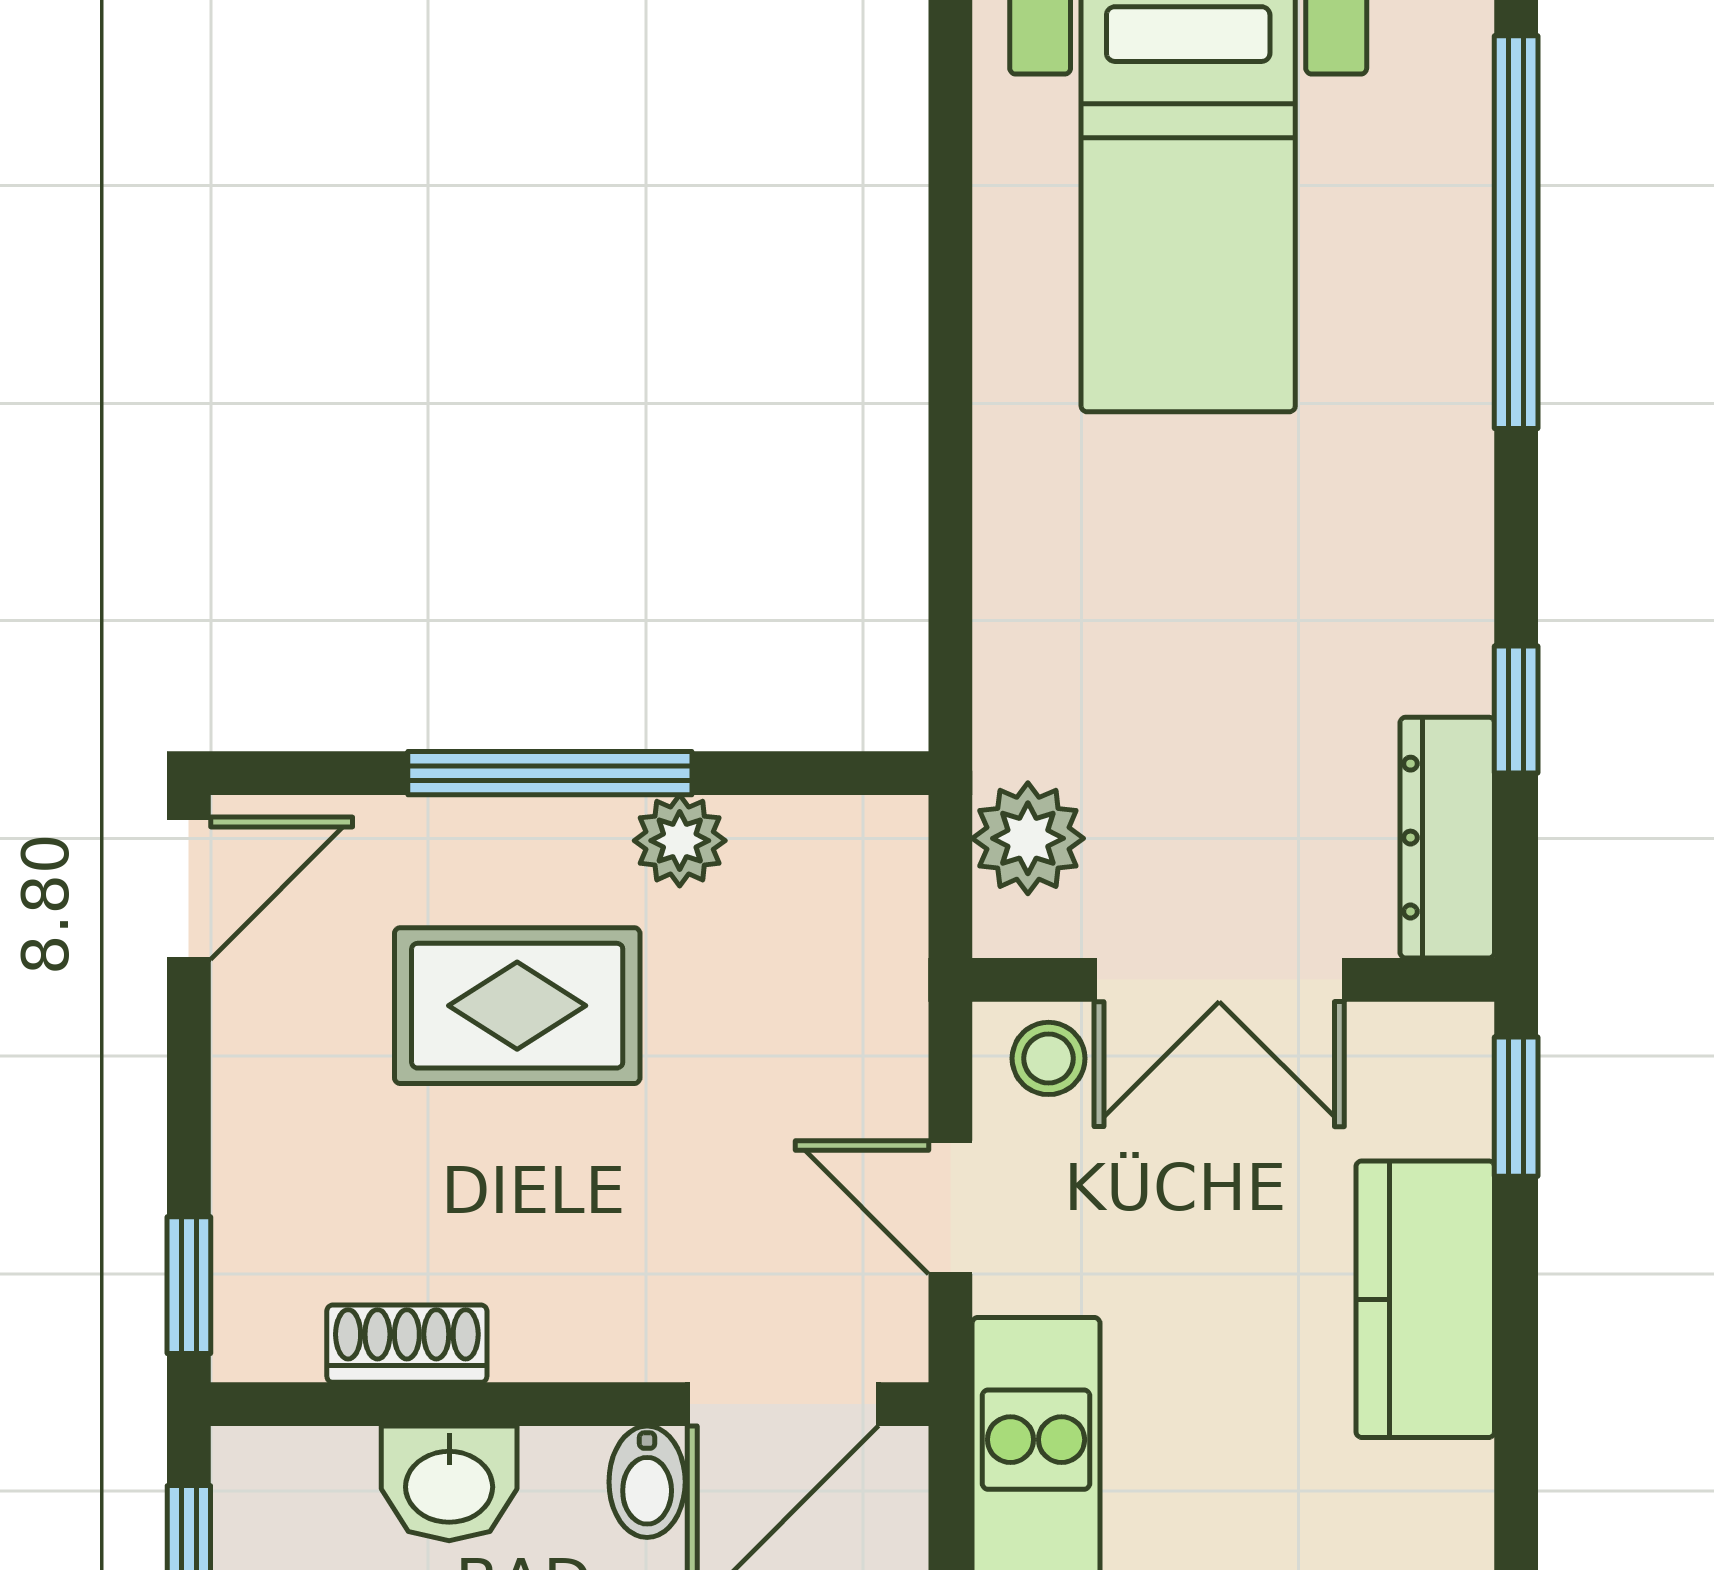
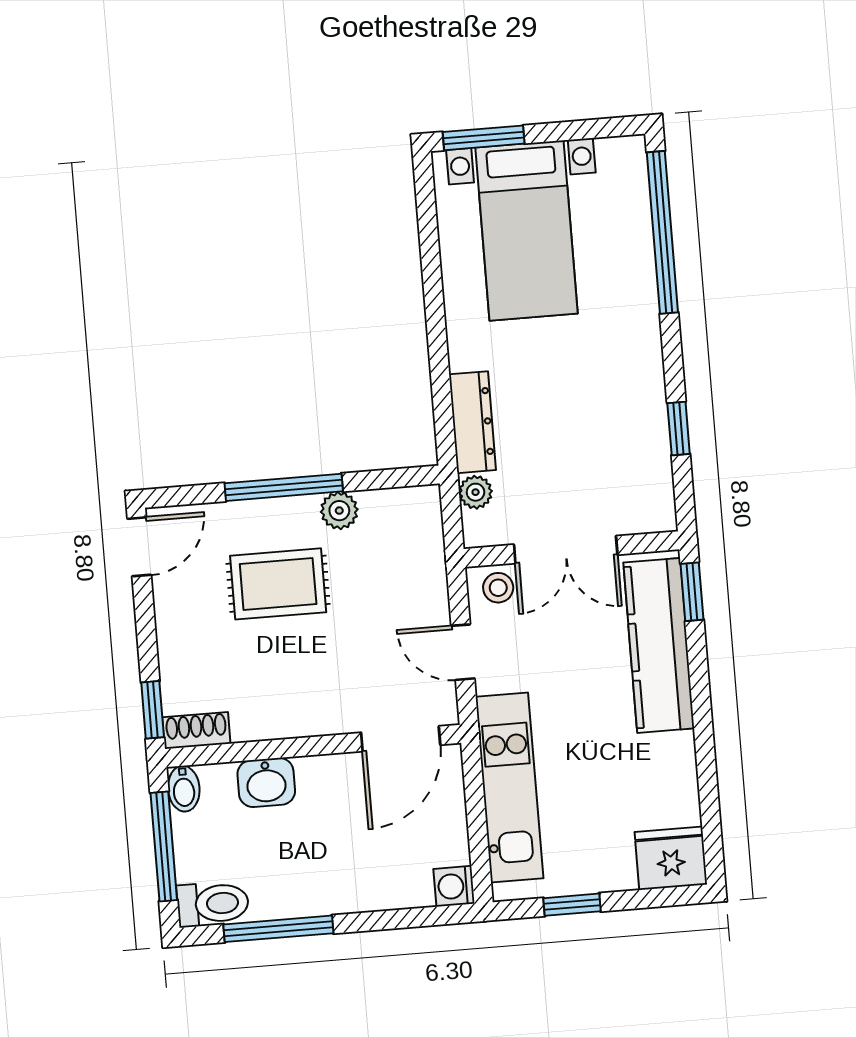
plant: (1028, 838) -> (476, 492), width x0.73, depth x0.73
dresser: (1447, 838) -> (472, 422), moved, turned 180
kitchen counter: (1425, 1299) -> (659, 645), width x1.50
shoe rack: (407, 1344) -> (196, 730), moved
bidet: (647, 1482) -> (184, 789), moved

